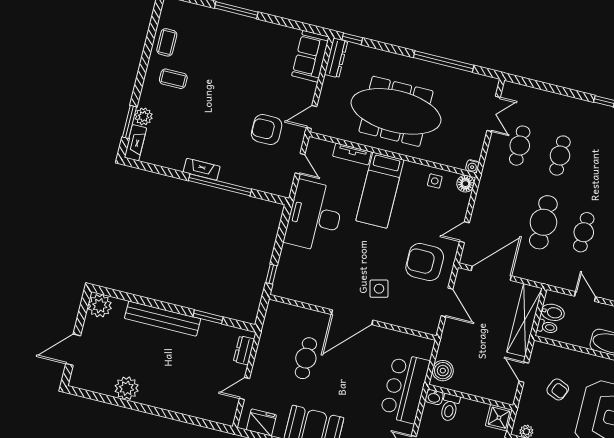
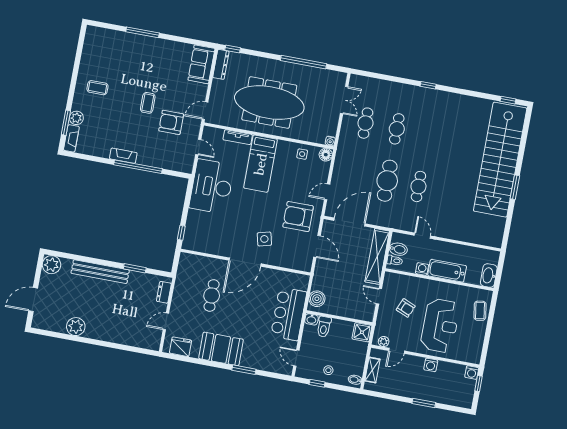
coffee table: (167, 42) -> (148, 103), moved
washing machine: (582, 340) -> (422, 269), added

